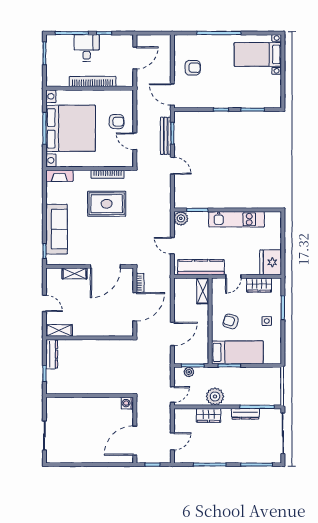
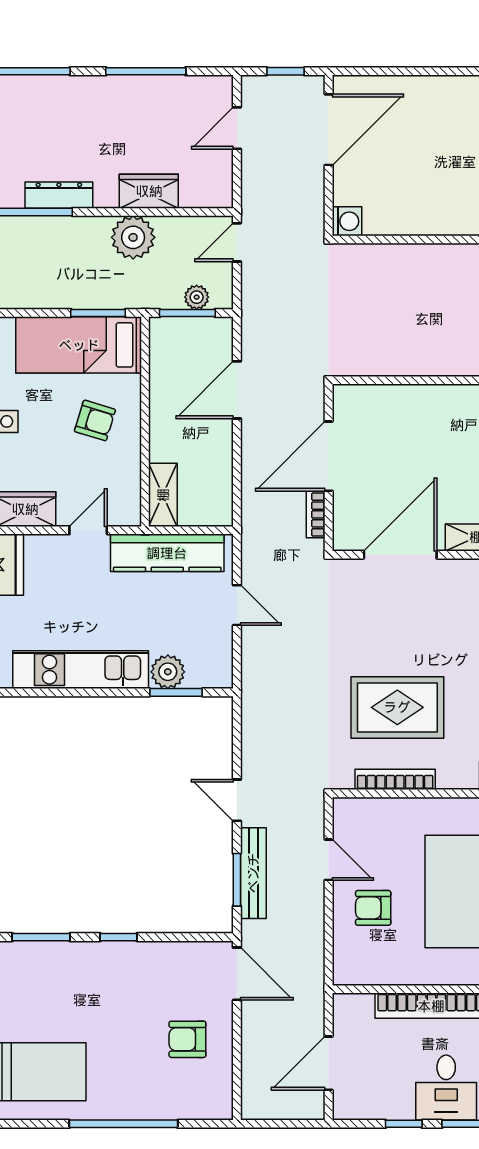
plant: (181, 218) -> (168, 672), moved

